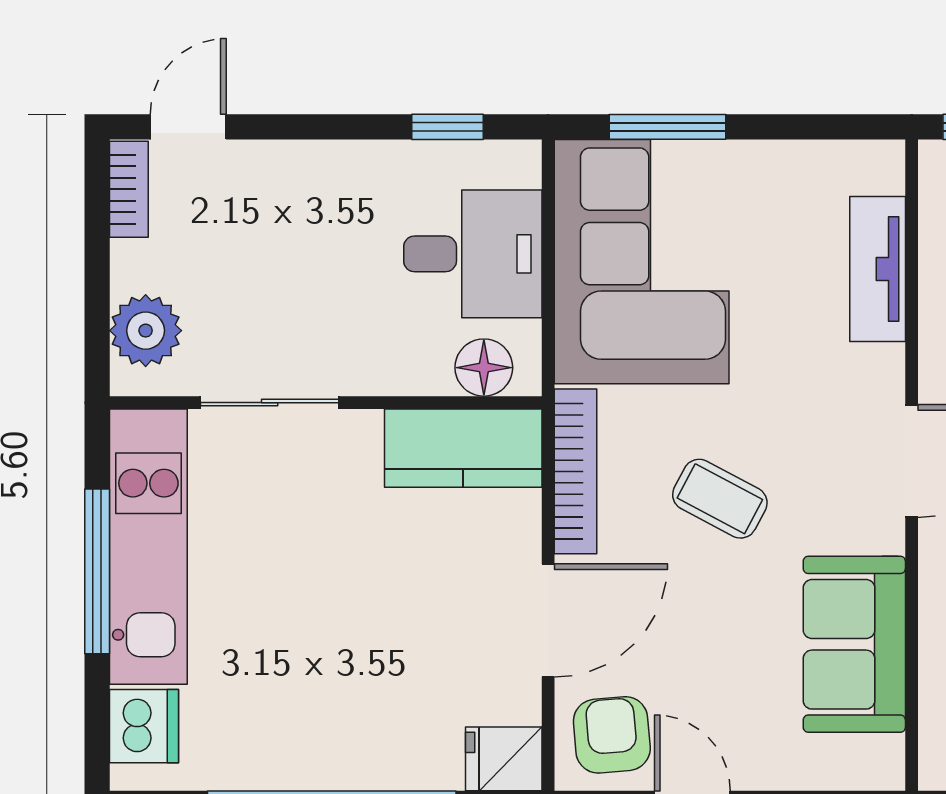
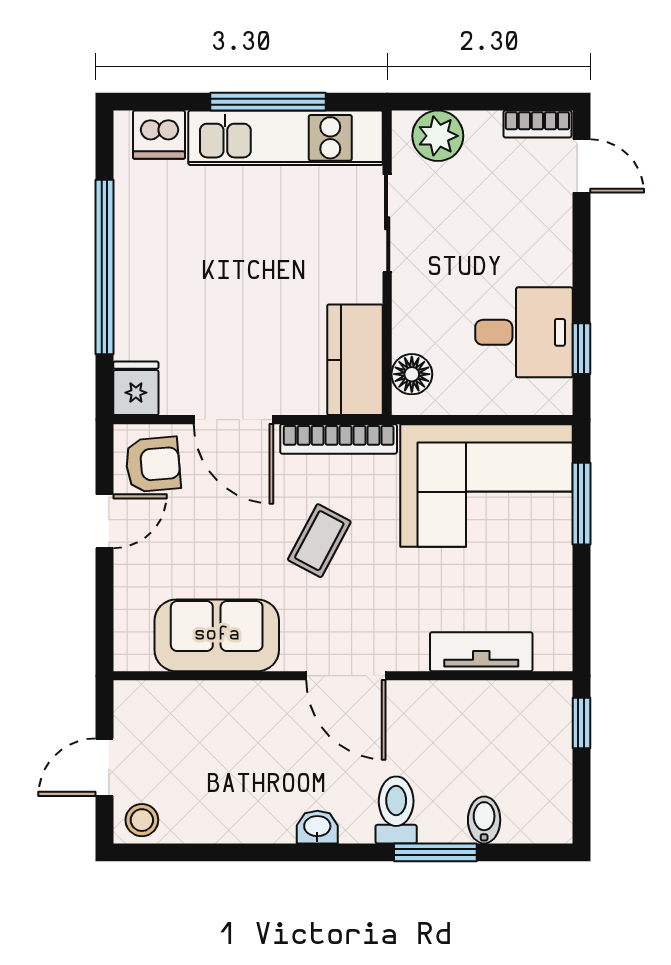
desk: (473, 254) -> (524, 332), moved, turned -90

